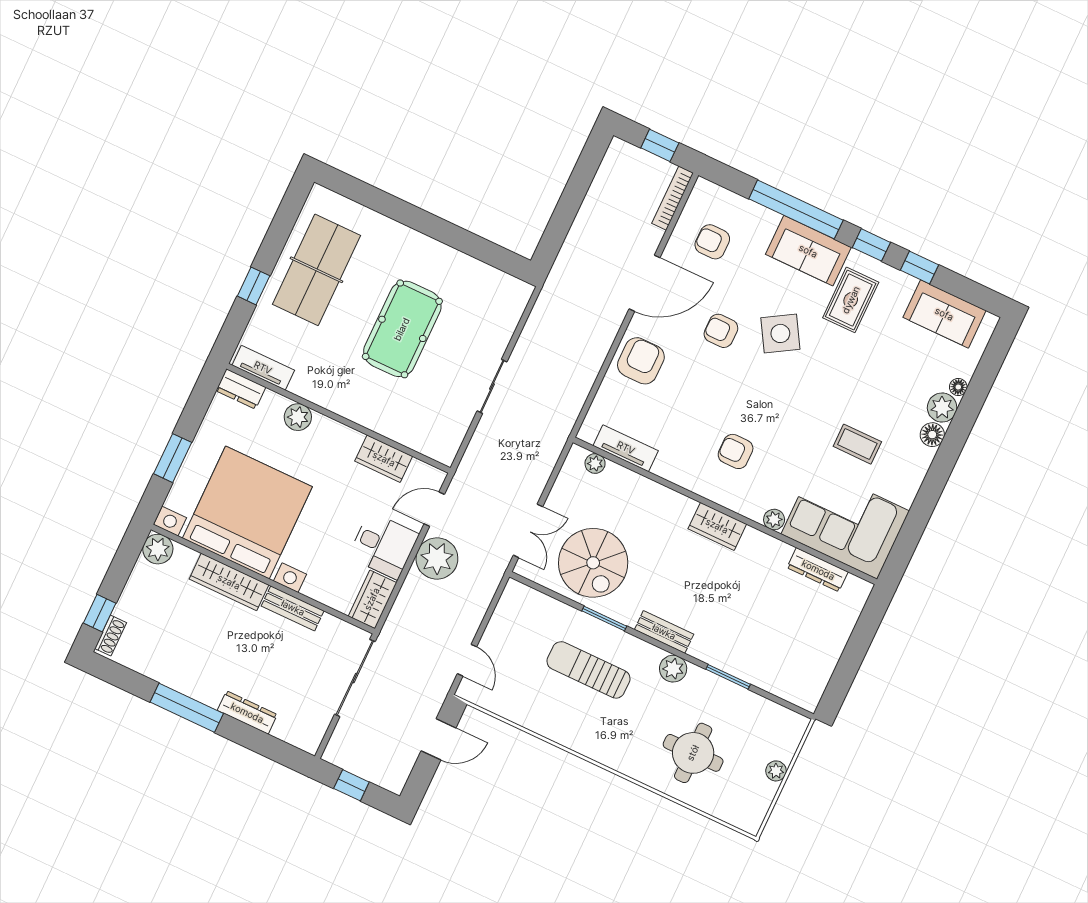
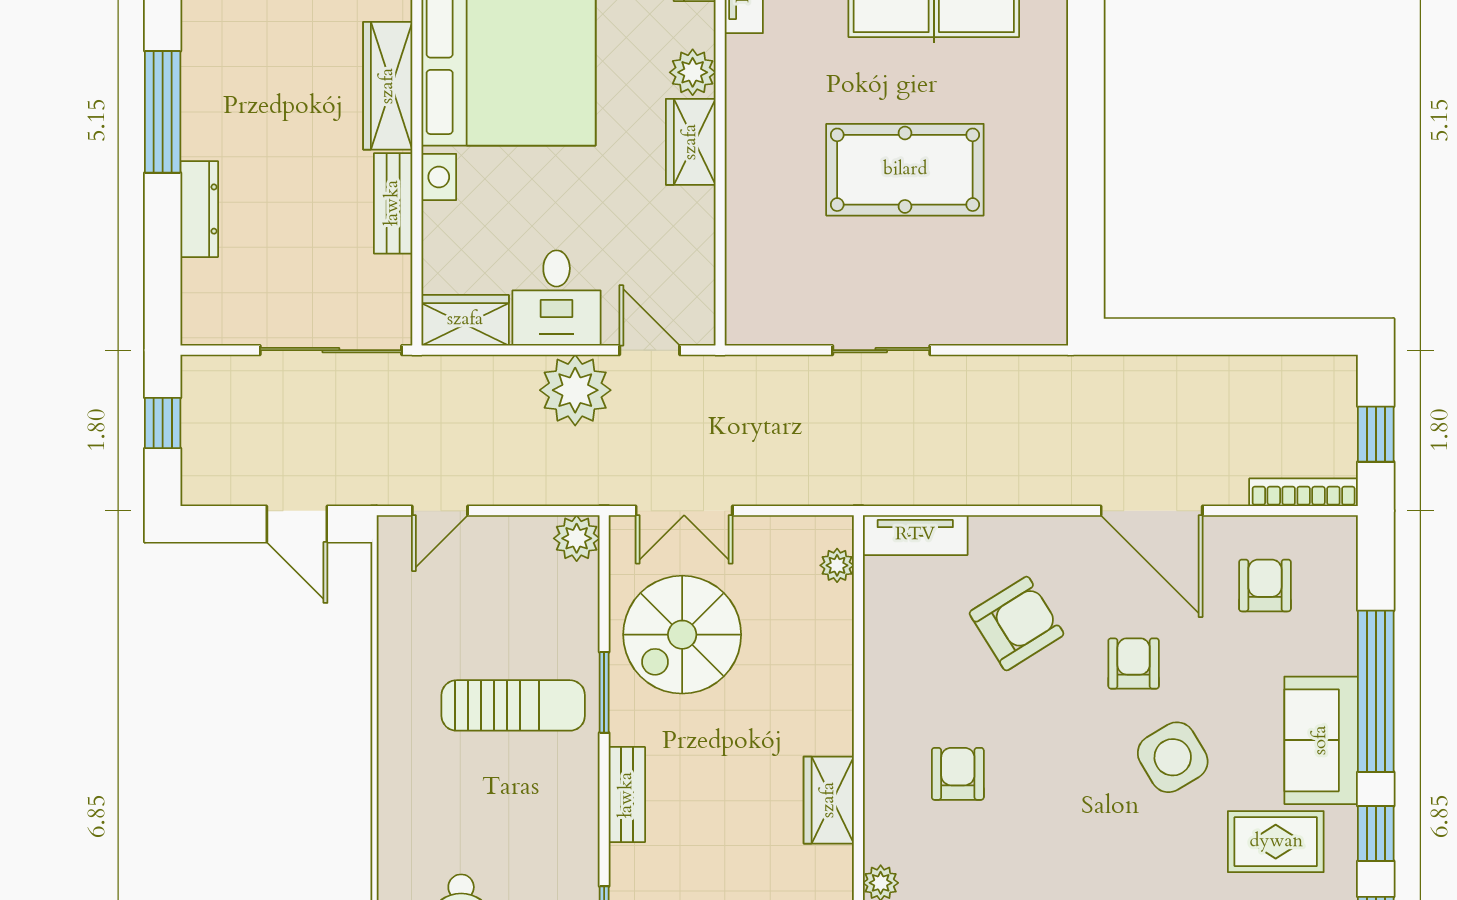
armchair: (641, 361) -> (1017, 624), moved, turned -32
tv unit: (626, 448) -> (915, 535), moved, turned 90
wardrobe: (384, 459) -> (691, 142), moved
plant: (673, 669) -> (577, 538), moved
sun lounger: (588, 670) -> (513, 705), turned 90

